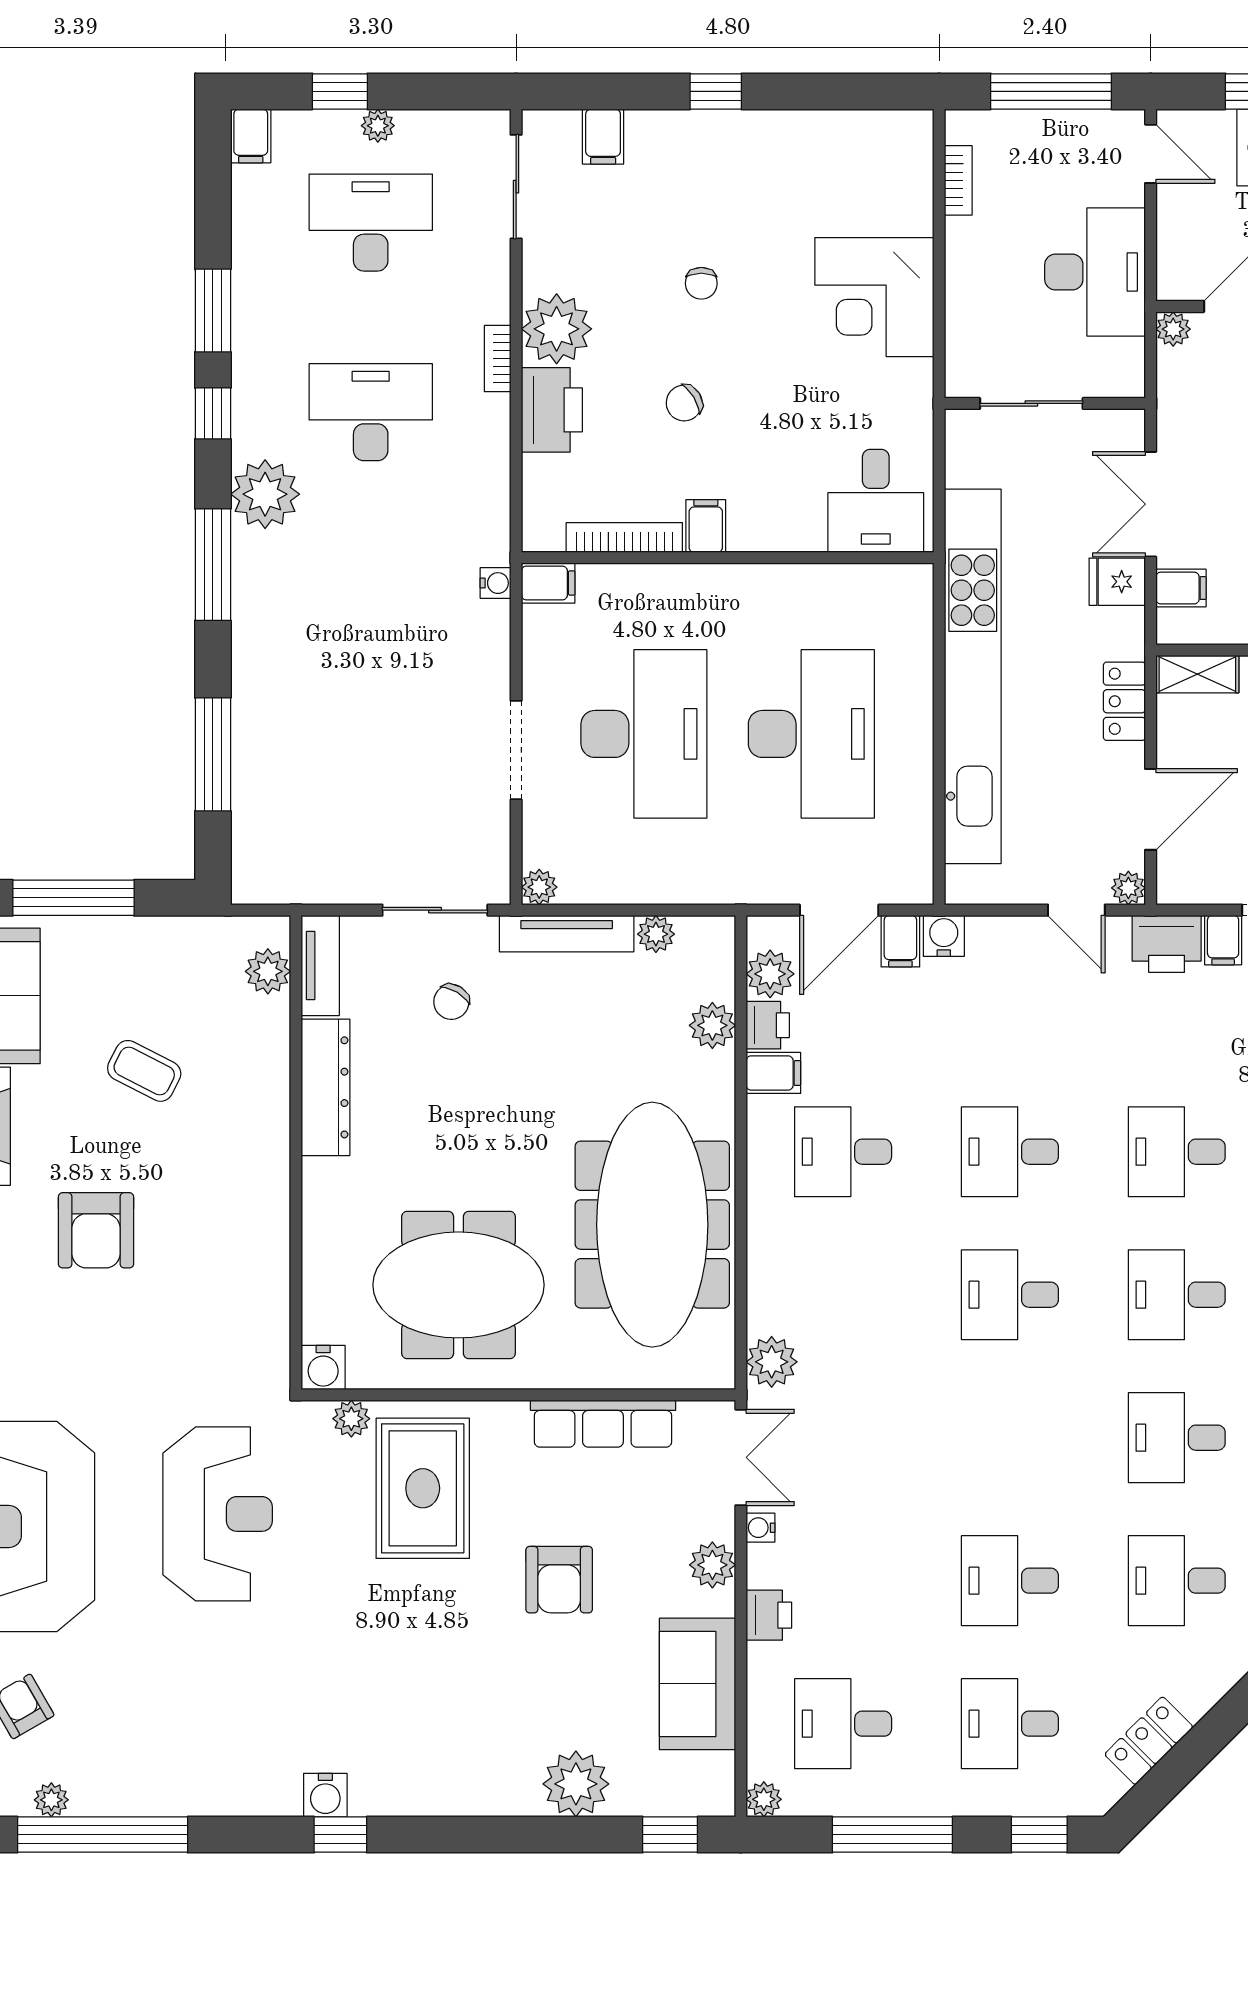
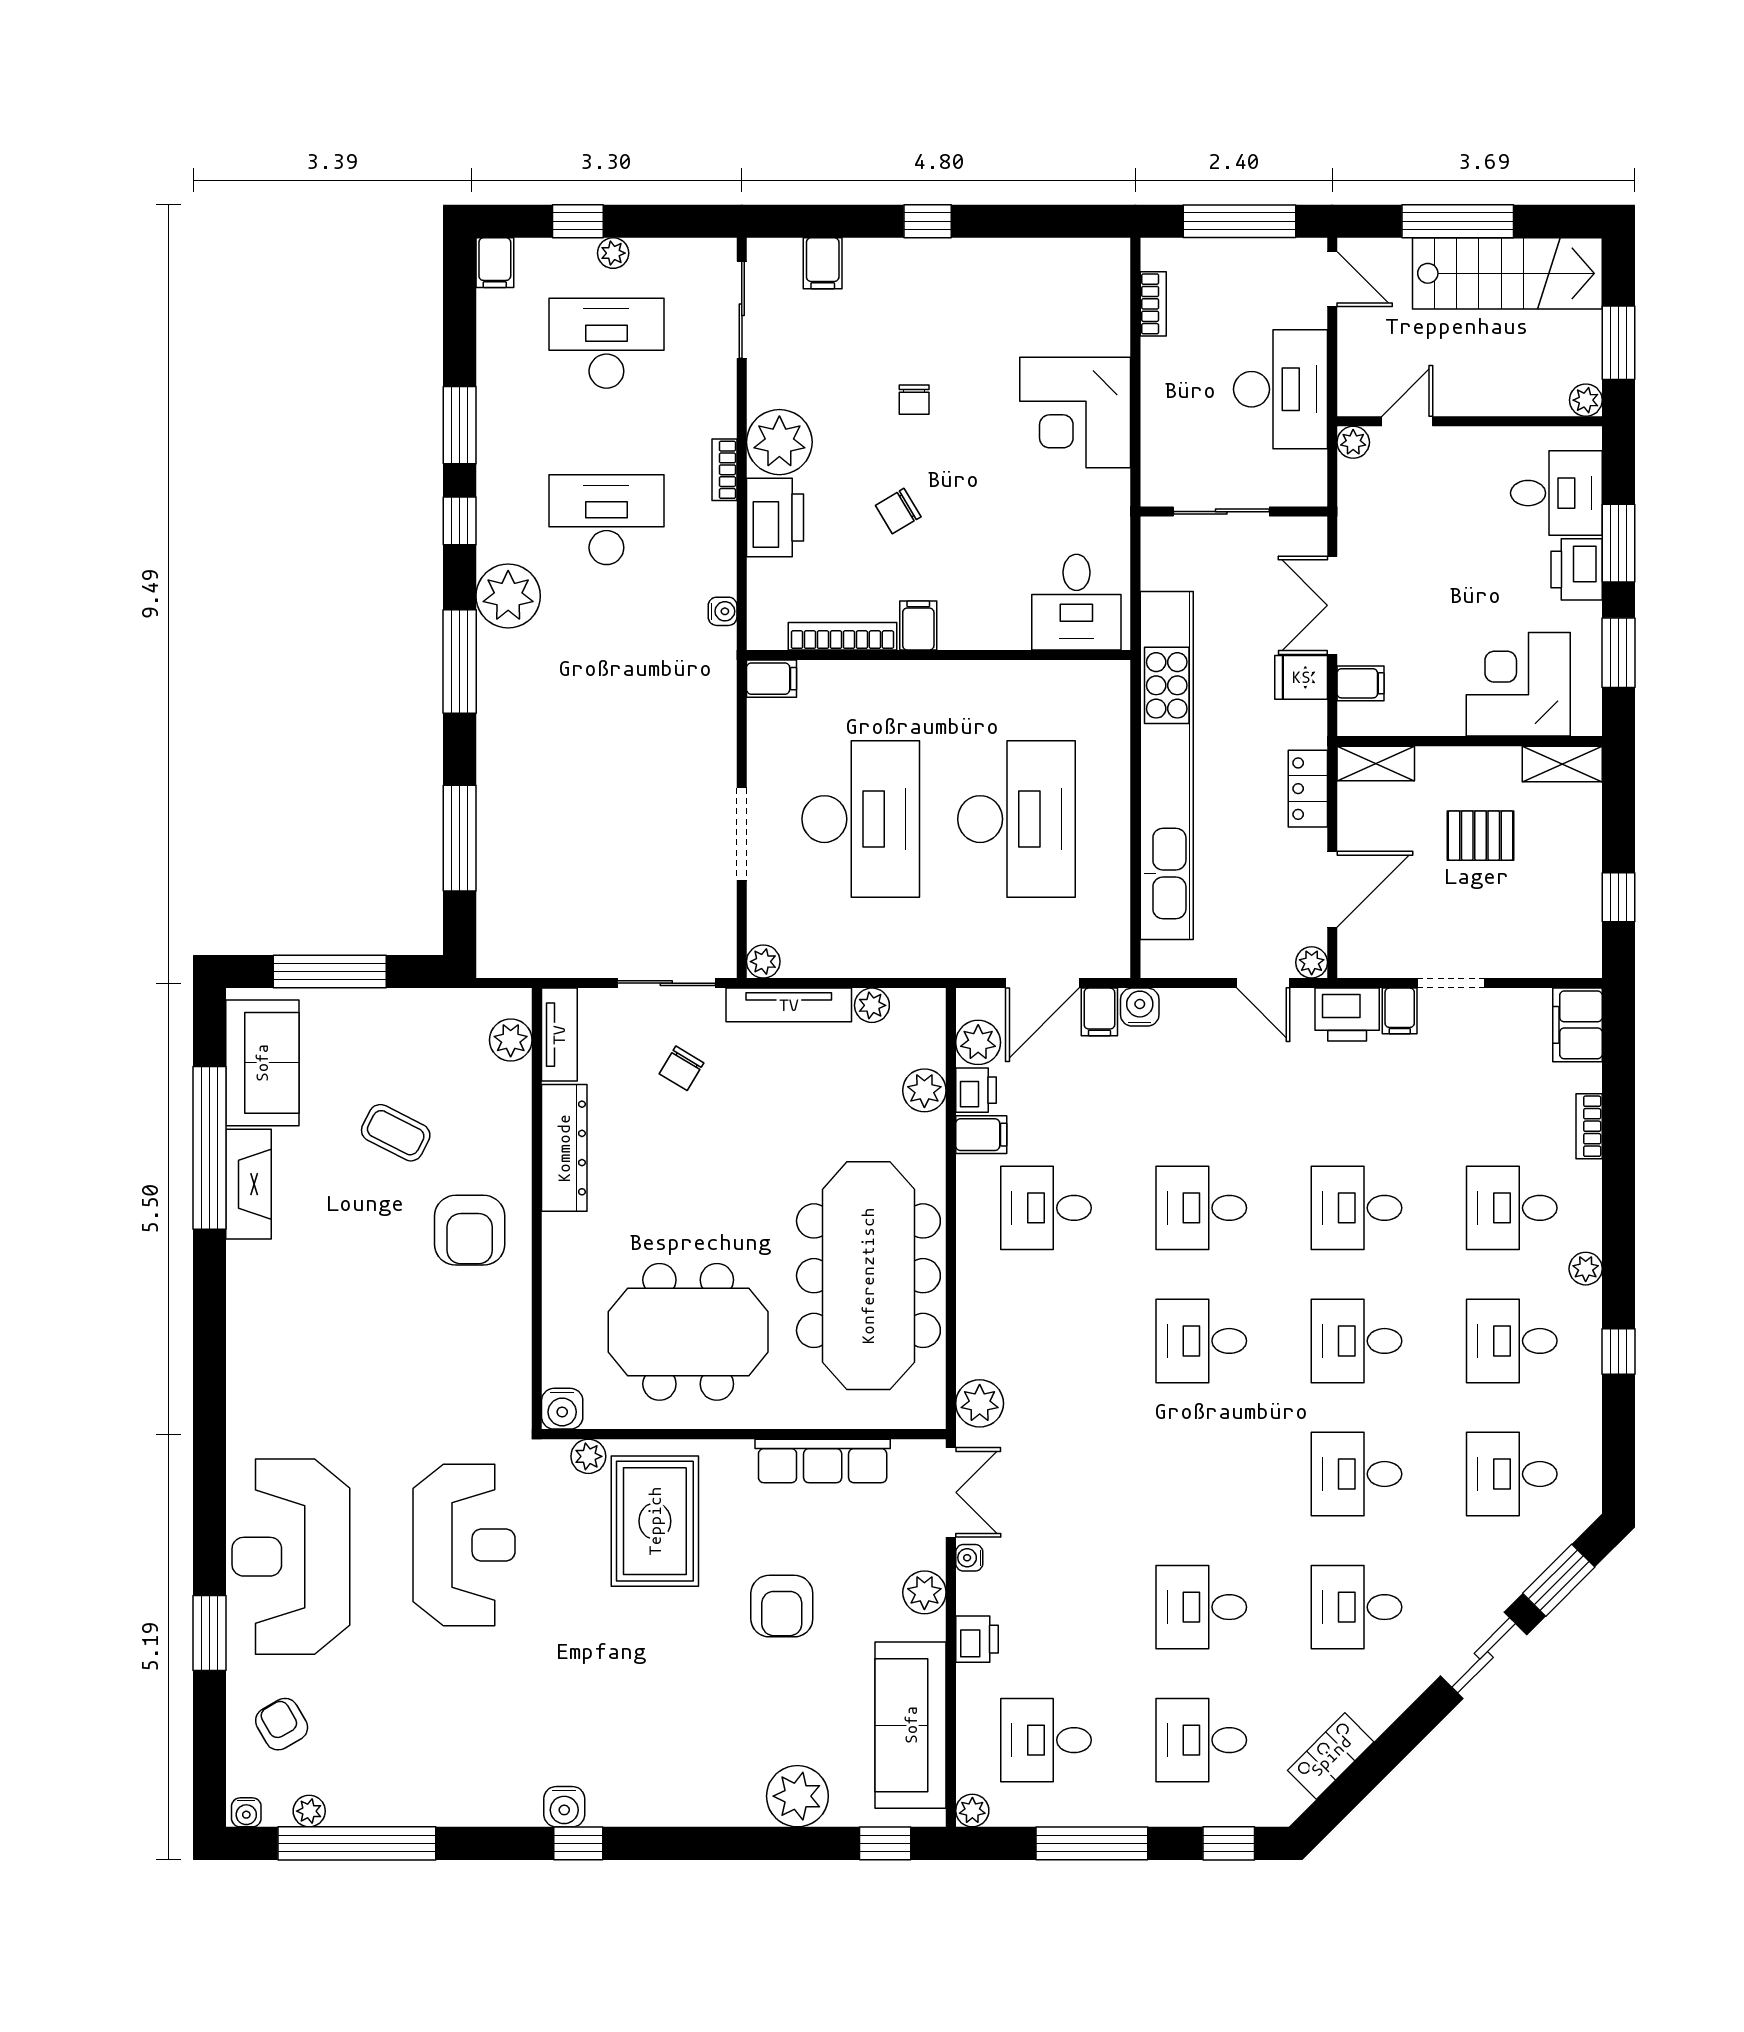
water cooler: (496, 583) -> (723, 611), moved
armchair: (96, 1230) -> (470, 1230), moved
sofa: (698, 1684) -> (911, 1725), width x1.36

